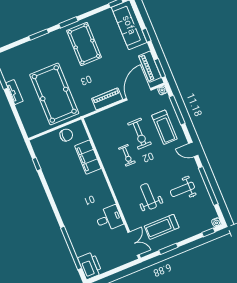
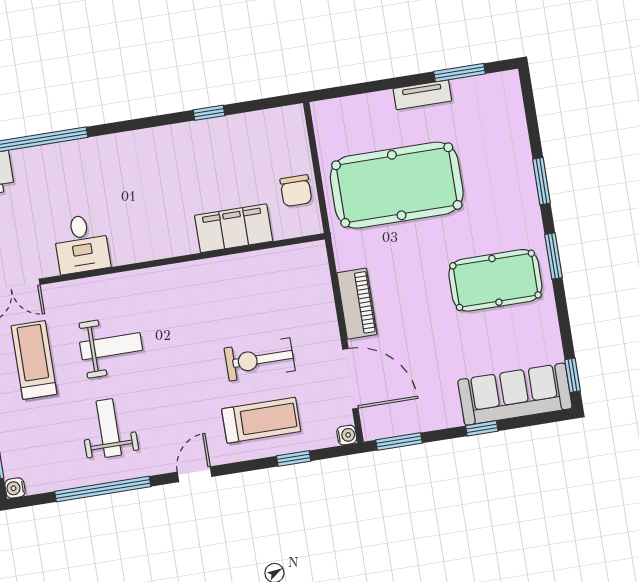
piano: (150, 67) -> (408, 419), removed
window: (177, 110) -> (294, 458), width x0.46
treadmill: (164, 127) -> (261, 420), turned 180
exercise bike: (127, 155) -> (217, 319), removed
window: (37, 164) -> (209, 113), moved

